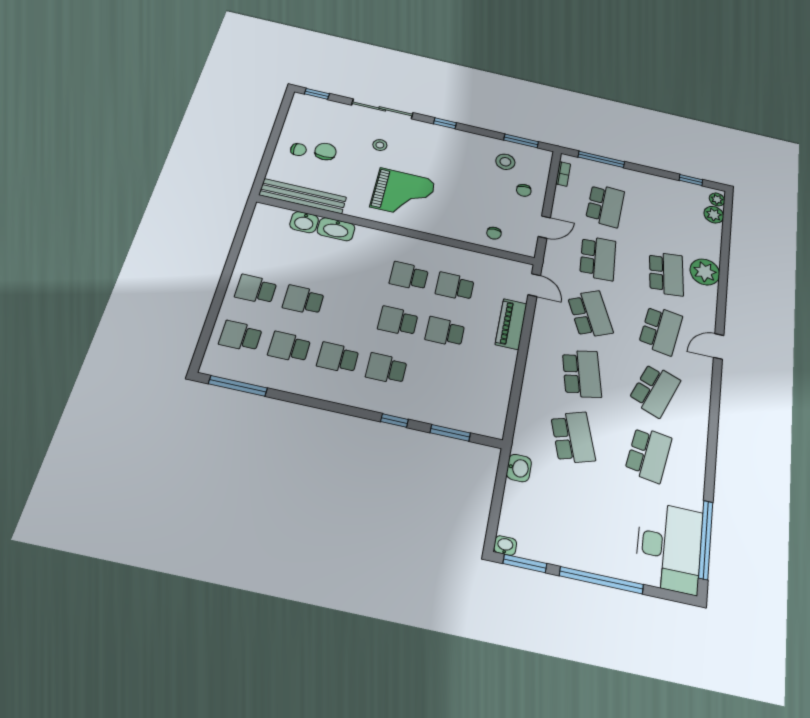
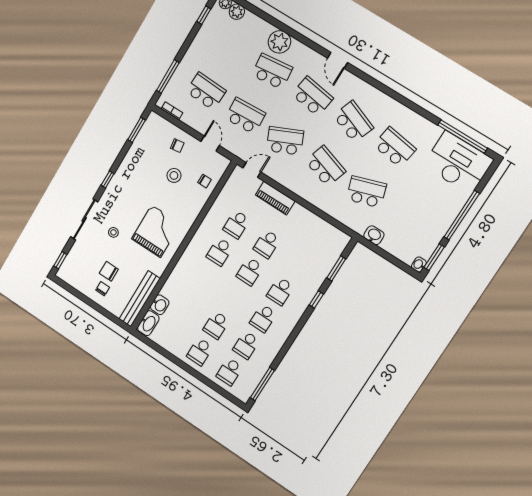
stool: (505, 162) -> (174, 175), moved
washbasin: (336, 229) -> (148, 323), moved
school desk: (582, 374) -> (325, 166), turned 30

